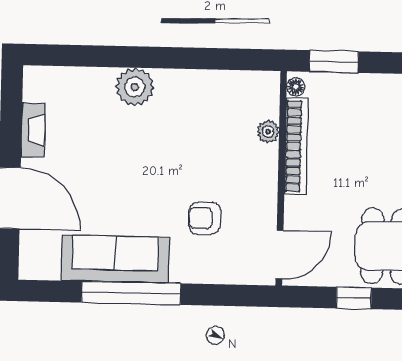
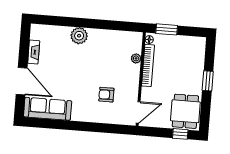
sofa: (115, 259) -> (48, 109), moved
window: (131, 293) -> (72, 125), removed
window: (354, 298) -> (180, 134), moved

